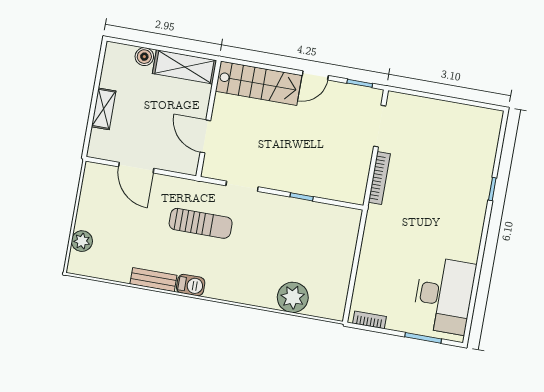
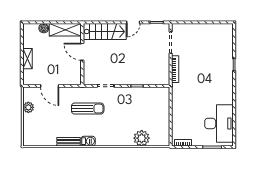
door: (205, 136) -> (82, 52), moved
plant: (82, 241) -> (28, 107), moved

